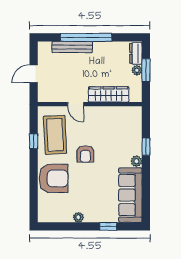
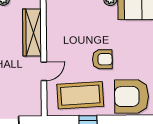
armchair: (54, 178) -> (132, 96), turned -90

